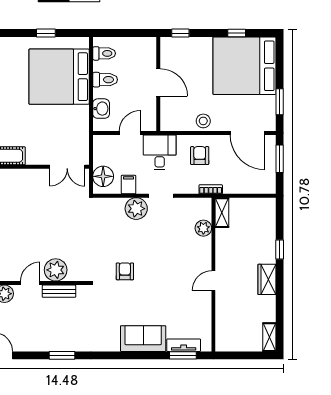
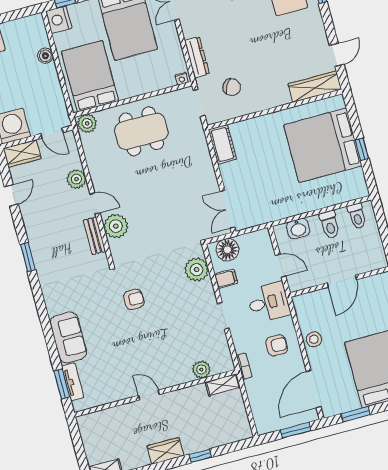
bed: (59, 77) -> (323, 145), moved, turned -90
plant: (136, 209) -> (197, 270), moved

